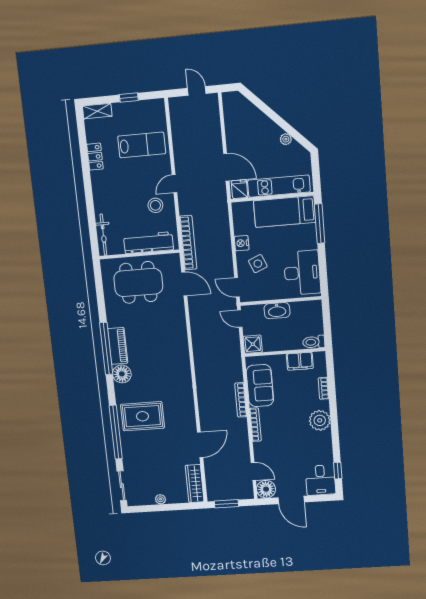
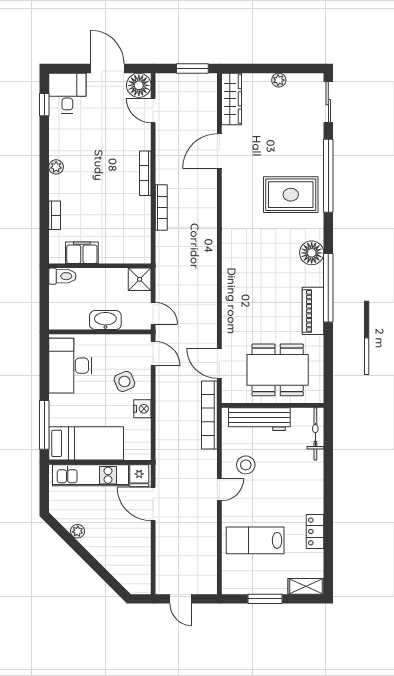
window: (129, 98) -> (265, 599), width x1.50
piano: (118, 346) -> (313, 311), moved
sofa: (260, 386) -> (135, 225), removed
plant: (320, 420) -> (56, 167), width x0.53, depth x0.53

